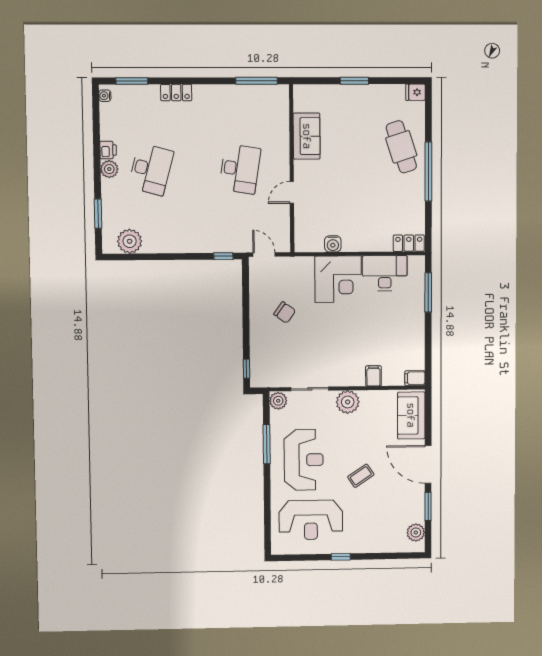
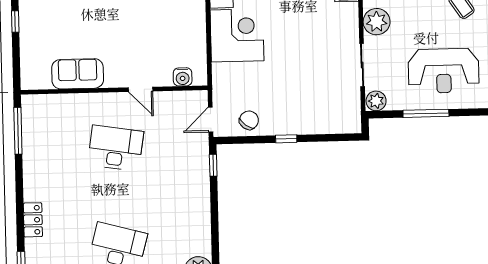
window: (354, 81) -> (15, 22), width x0.67
water cooler: (333, 244) -> (183, 77), moved, turned 90
chair: (285, 312) -> (249, 120), moved
window: (246, 369) -> (286, 139), moved
reception desk: (304, 460) -> (444, 71), turned 180

